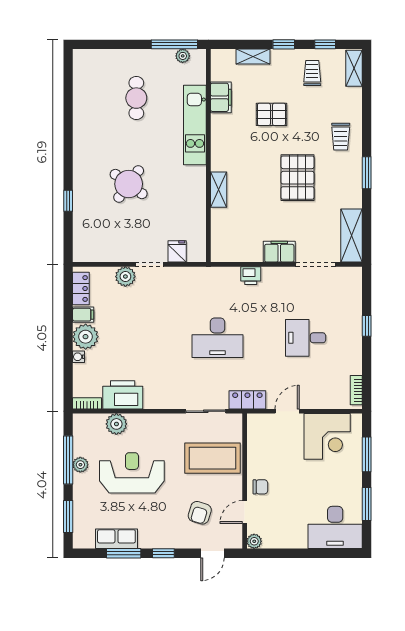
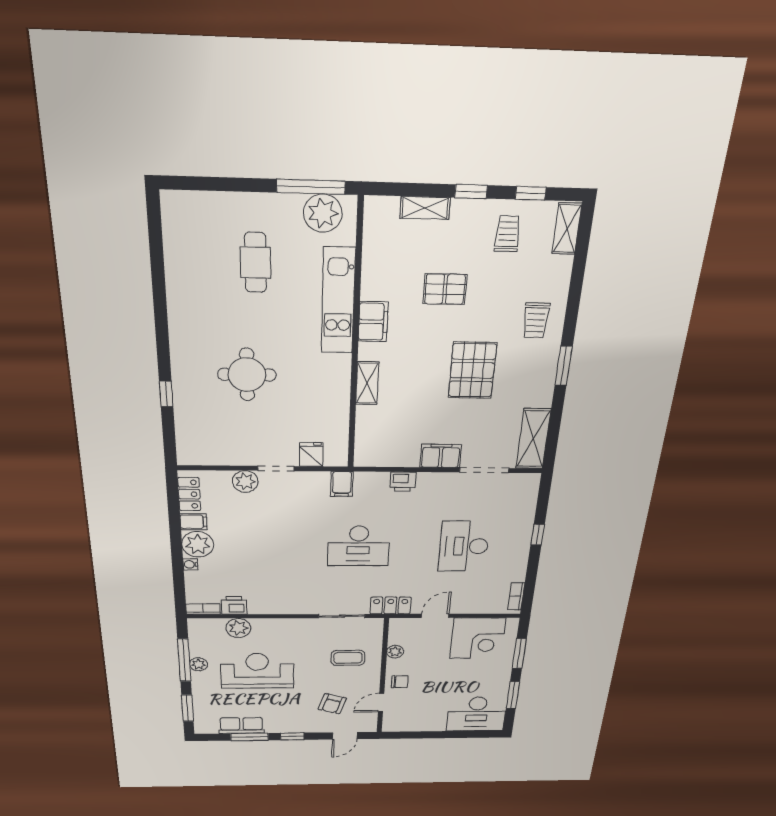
plant: (183, 56) -> (323, 213), width x1.88, depth x1.88
filing cabinet: (221, 97) -> (373, 322), moved
round table: (129, 184) -> (247, 375), turned -36
filing cabinet: (202, 278) -> (342, 484), added
desk: (306, 338) -> (464, 546), width x1.37
printer: (123, 395) -> (234, 605), width x0.53, depth x0.68
coffee table: (212, 458) -> (348, 658), width x0.54, depth x0.58
plant: (254, 541) -> (395, 652), moved

